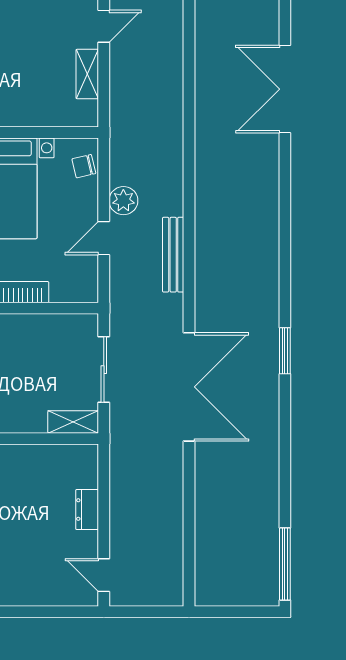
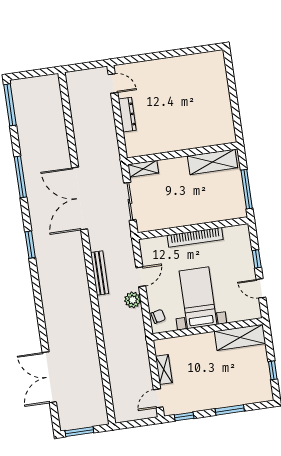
double door: (285, 89) -> (49, 377), swing flipped
window: (285, 351) -> (30, 245), moved
window: (285, 438) -> (20, 177), added
dresser: (87, 510) -> (127, 115), width x1.44

